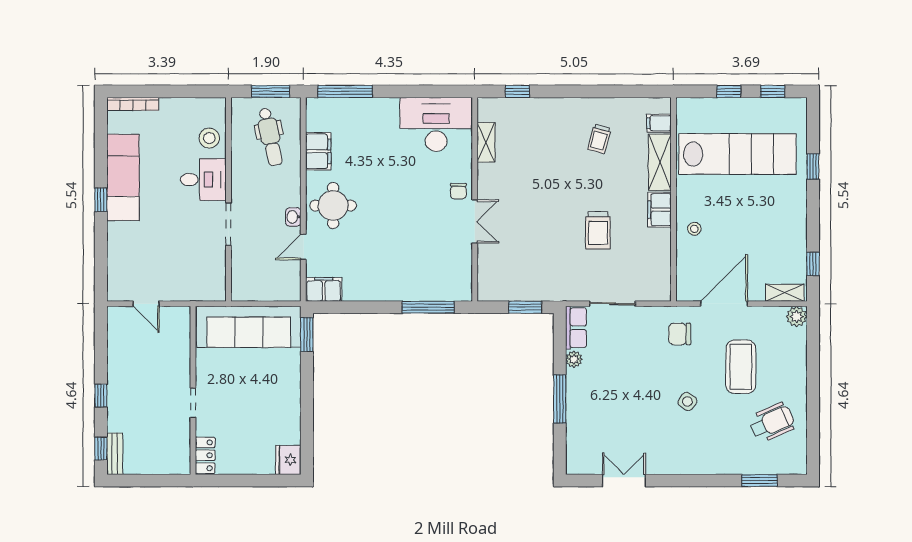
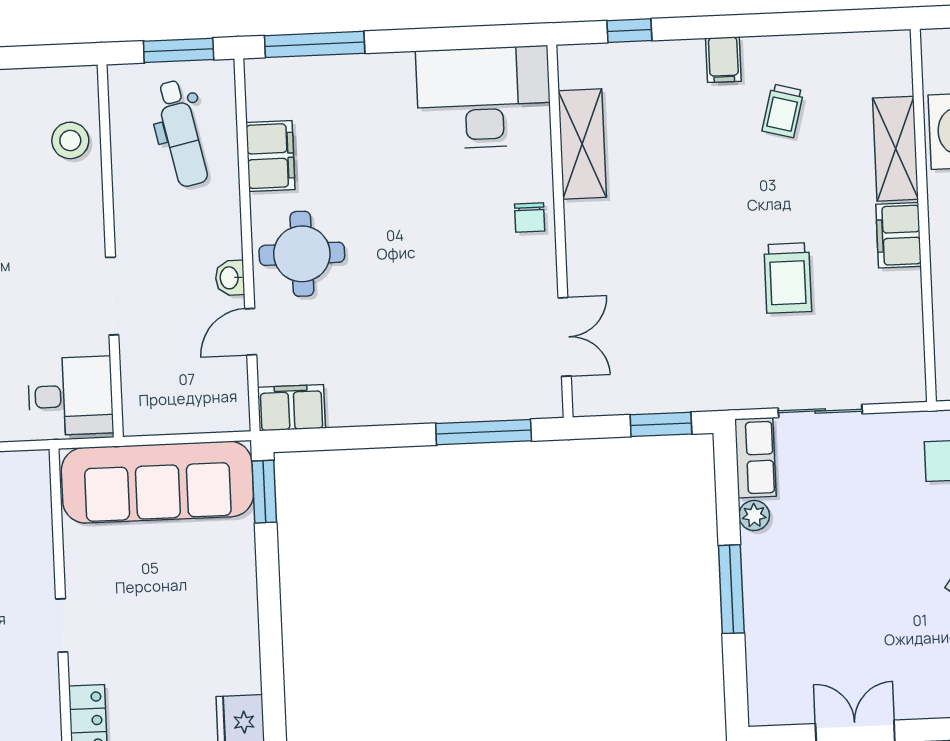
filing cabinet: (659, 123) -> (723, 60), moved, turned -90
shelving: (486, 142) -> (582, 144), width x1.50, depth x1.33
desk: (203, 180) -> (71, 396), moved
double door: (475, 221) -> (565, 337), moved

